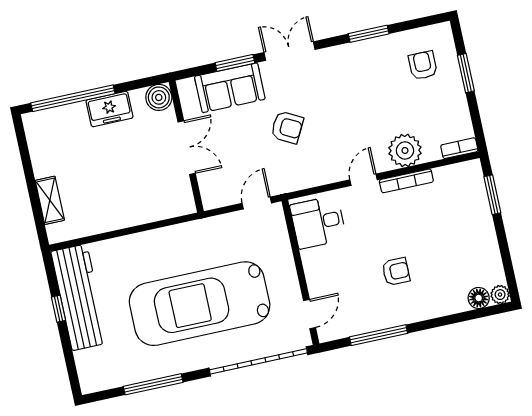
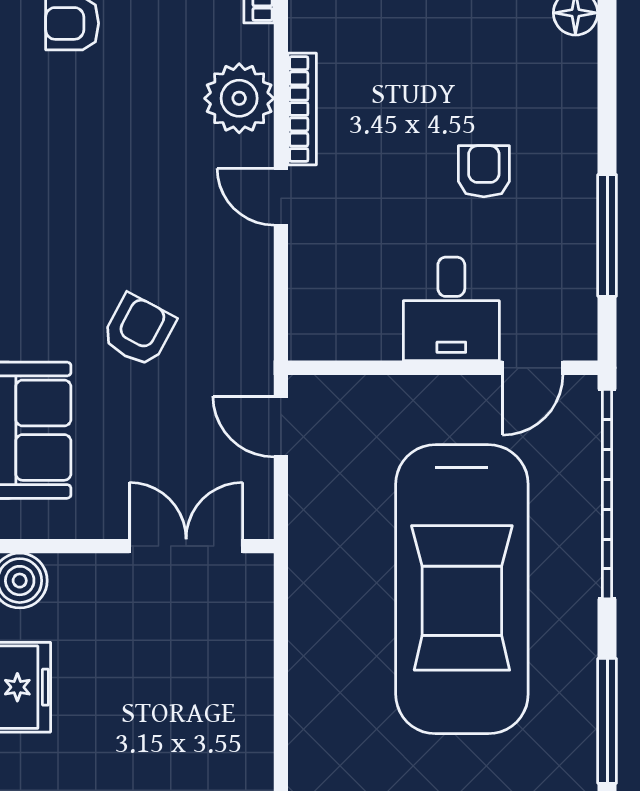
double door: (187, 148) -> (186, 546), moved
desk: (318, 222) -> (451, 309), moved
door: (310, 314) -> (533, 368), swing flipped

